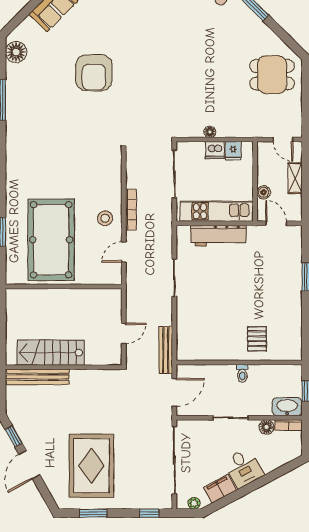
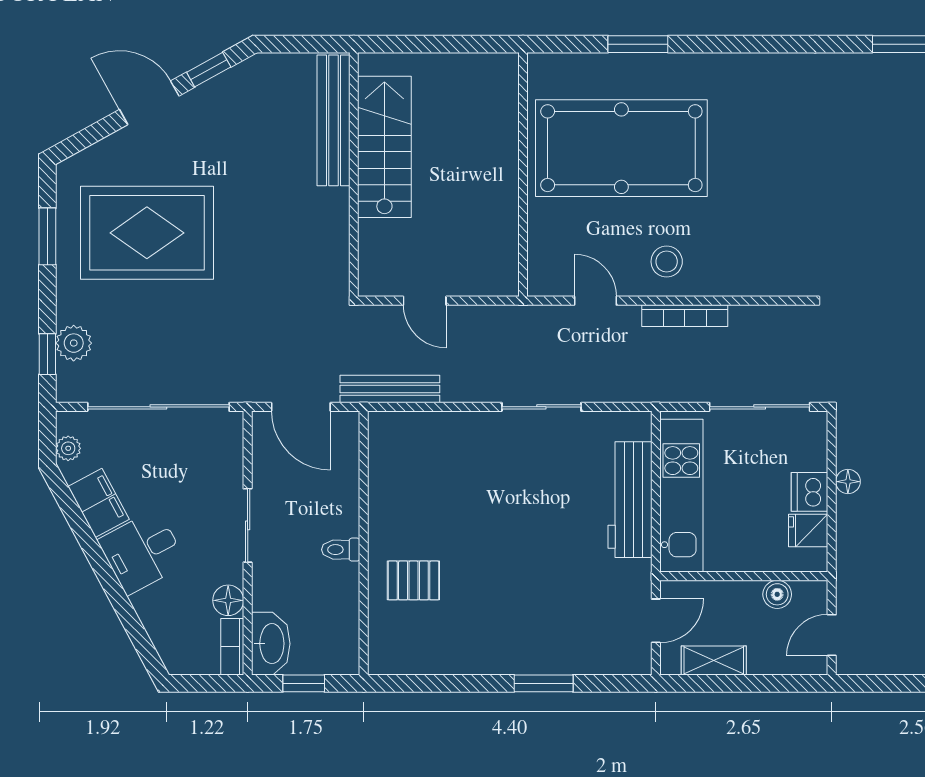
shelving: (295, 178) -> (714, 660), moved
boiler: (264, 192) -> (777, 594), moved
plant: (144, 501) -> (74, 343), added

